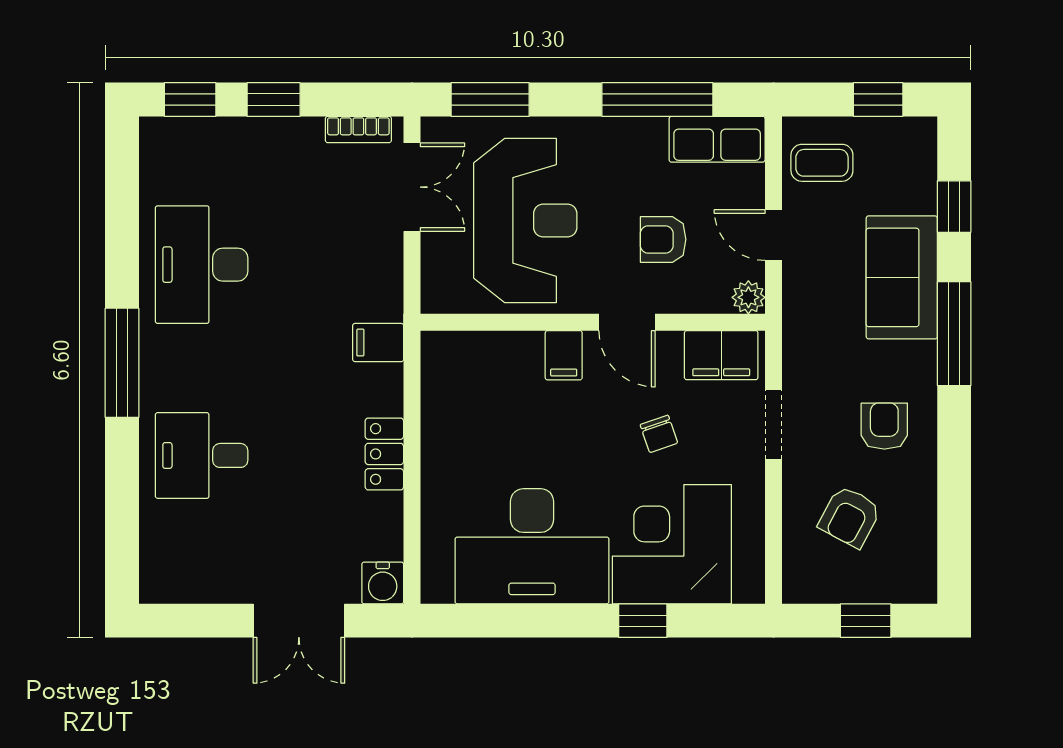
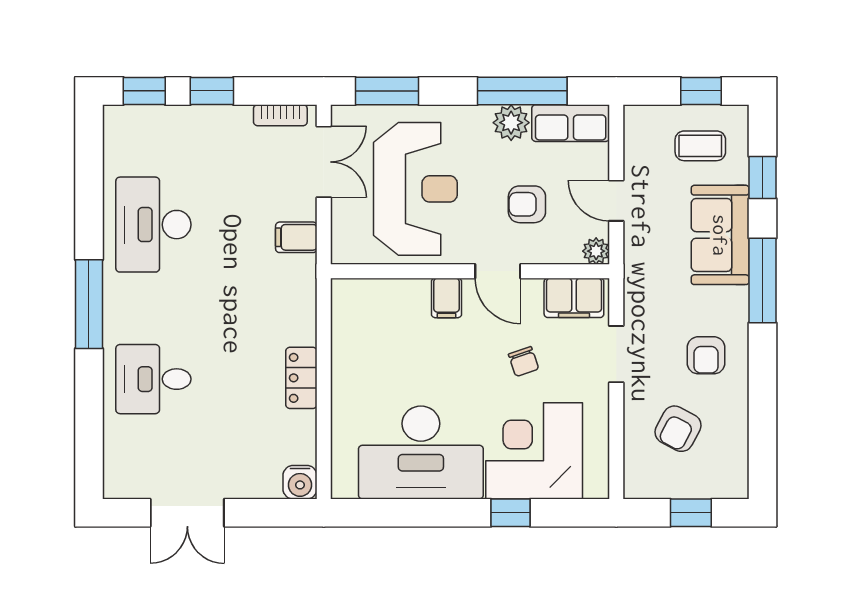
plant: (644, 139) -> (511, 123), added
coffee table: (822, 163) -> (700, 146), moved
filing cabinet: (378, 343) -> (296, 237), moved
armchair: (884, 426) -> (706, 355), turned 180
double door: (299, 621) -> (187, 513), moved

